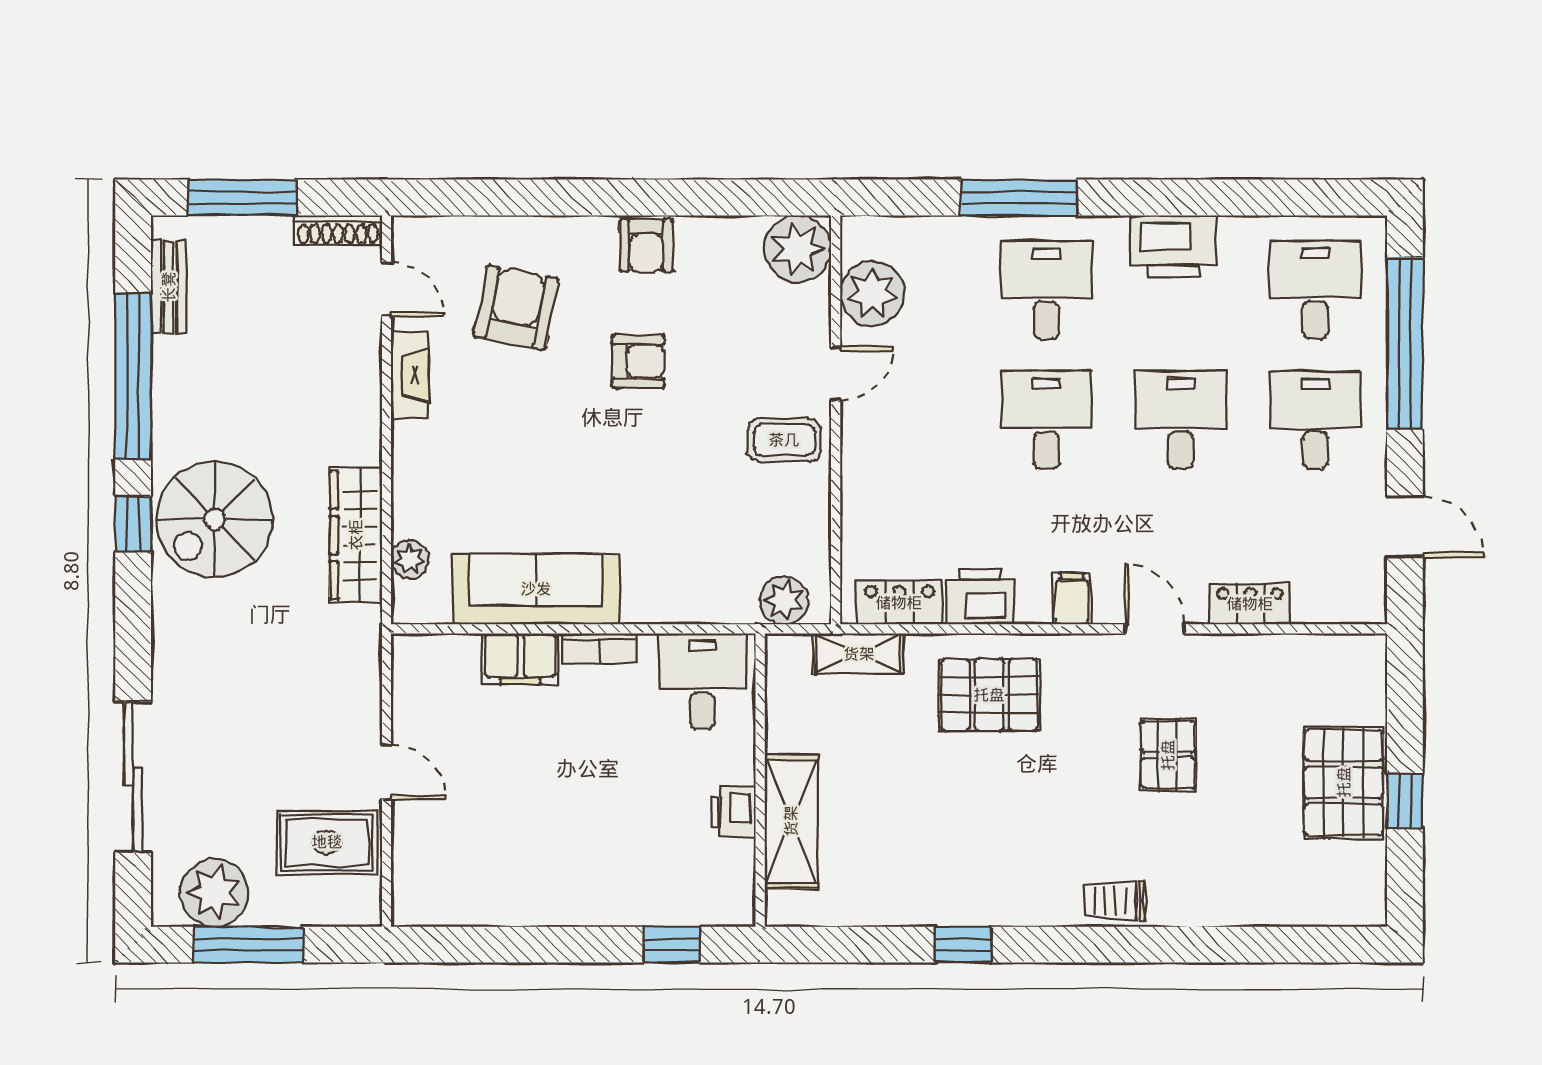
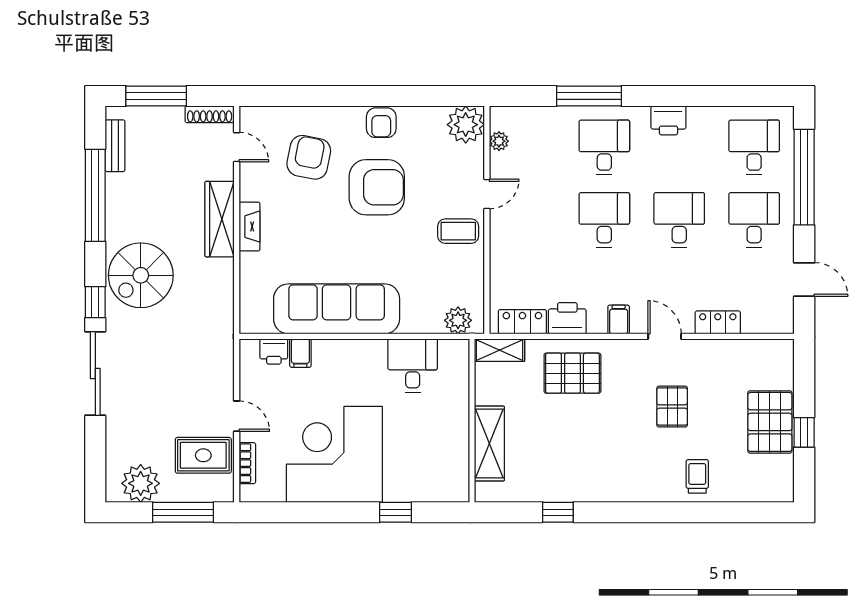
printer: (1173, 246) -> (668, 120), width x0.73, depth x0.84
plant: (872, 294) -> (499, 141), width x0.53, depth x0.53
armchair: (638, 361) -> (377, 187), width x1.88, depth x1.88
fireplace: (410, 375) -> (249, 227), moved
window: (133, 524) -> (95, 302), moved
wardrobe: (356, 535) -> (219, 219), moved
plant: (410, 559) -> (250, 298), removed
sofa: (536, 589) -> (337, 309), width x1.36, depth x1.27
bookcase: (599, 648) -> (247, 463), moved, turned -90
filing cabinet: (520, 659) -> (300, 353), width x0.50
sliding door: (133, 777) -> (95, 373), moved
wall: (760, 780) -> (472, 421), moved
printer: (733, 812) -> (274, 351), moved, turned -90
shelving: (791, 821) -> (489, 444), moved
corner desk: (562, 841) -> (334, 454), added
trolley: (1114, 901) -> (697, 476), moved, turned 90
window: (249, 945) -> (183, 512), moved

